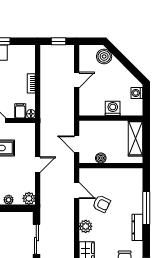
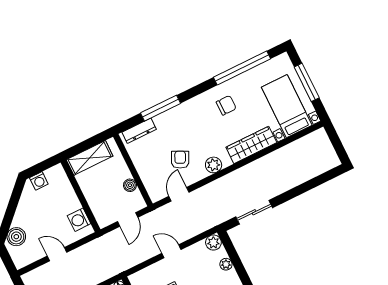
washing machine: (113, 108) -> (79, 220), moved
dresser: (137, 227) -> (139, 131), moved

